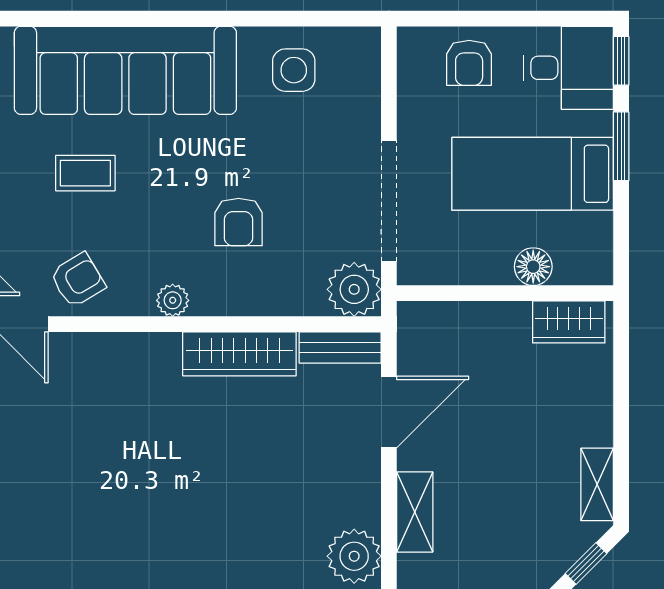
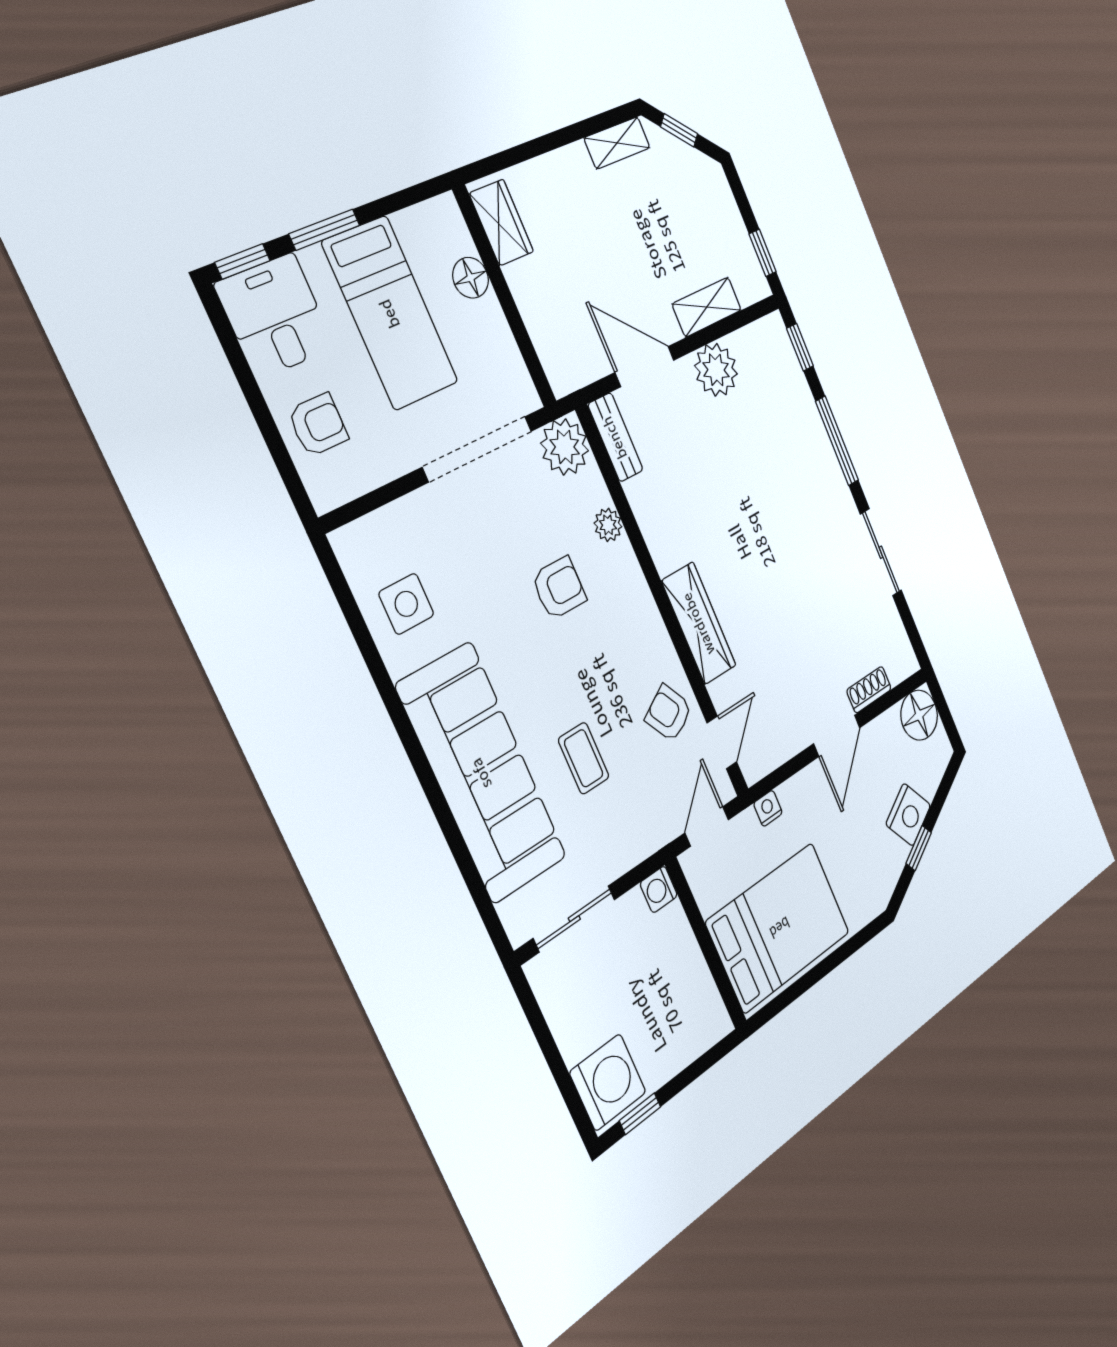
plant: (173, 300) -> (608, 525), moved
wardrobe: (239, 354) -> (699, 623), moved
plant: (354, 556) -> (716, 370), moved

